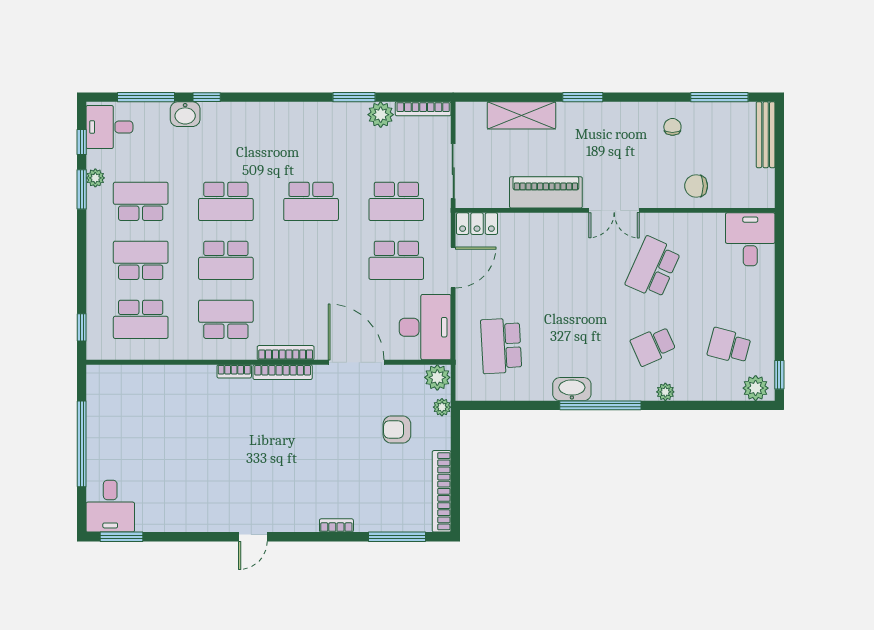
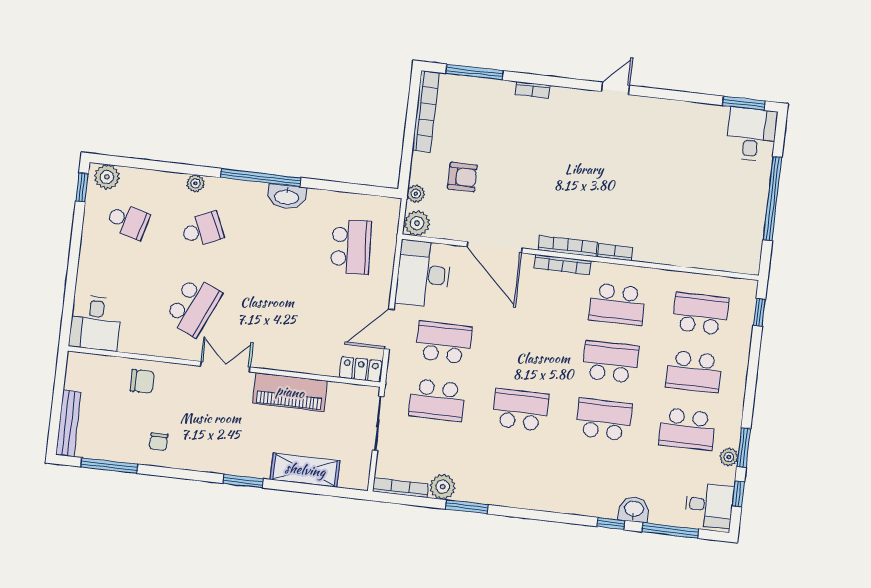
school desk: (396, 201) -> (437, 400), turned 180

